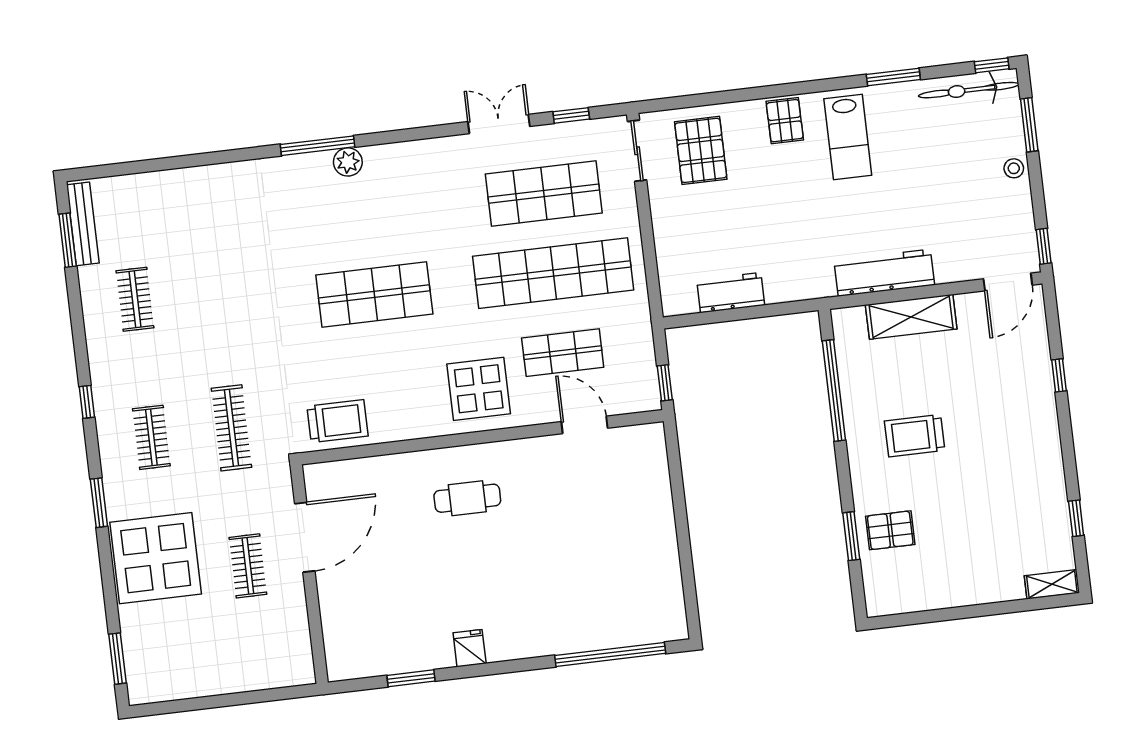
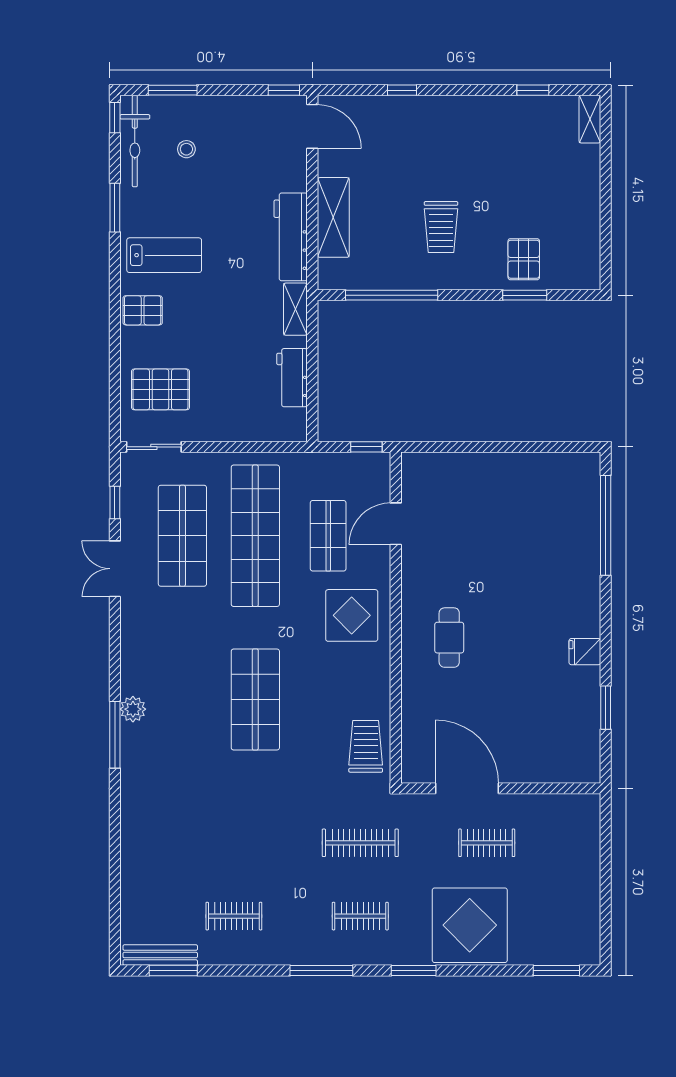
stool: (1014, 168) -> (186, 149), moved
shelving: (806, 287) -> (295, 309), added
window: (87, 402) -> (321, 971), width x2.17

